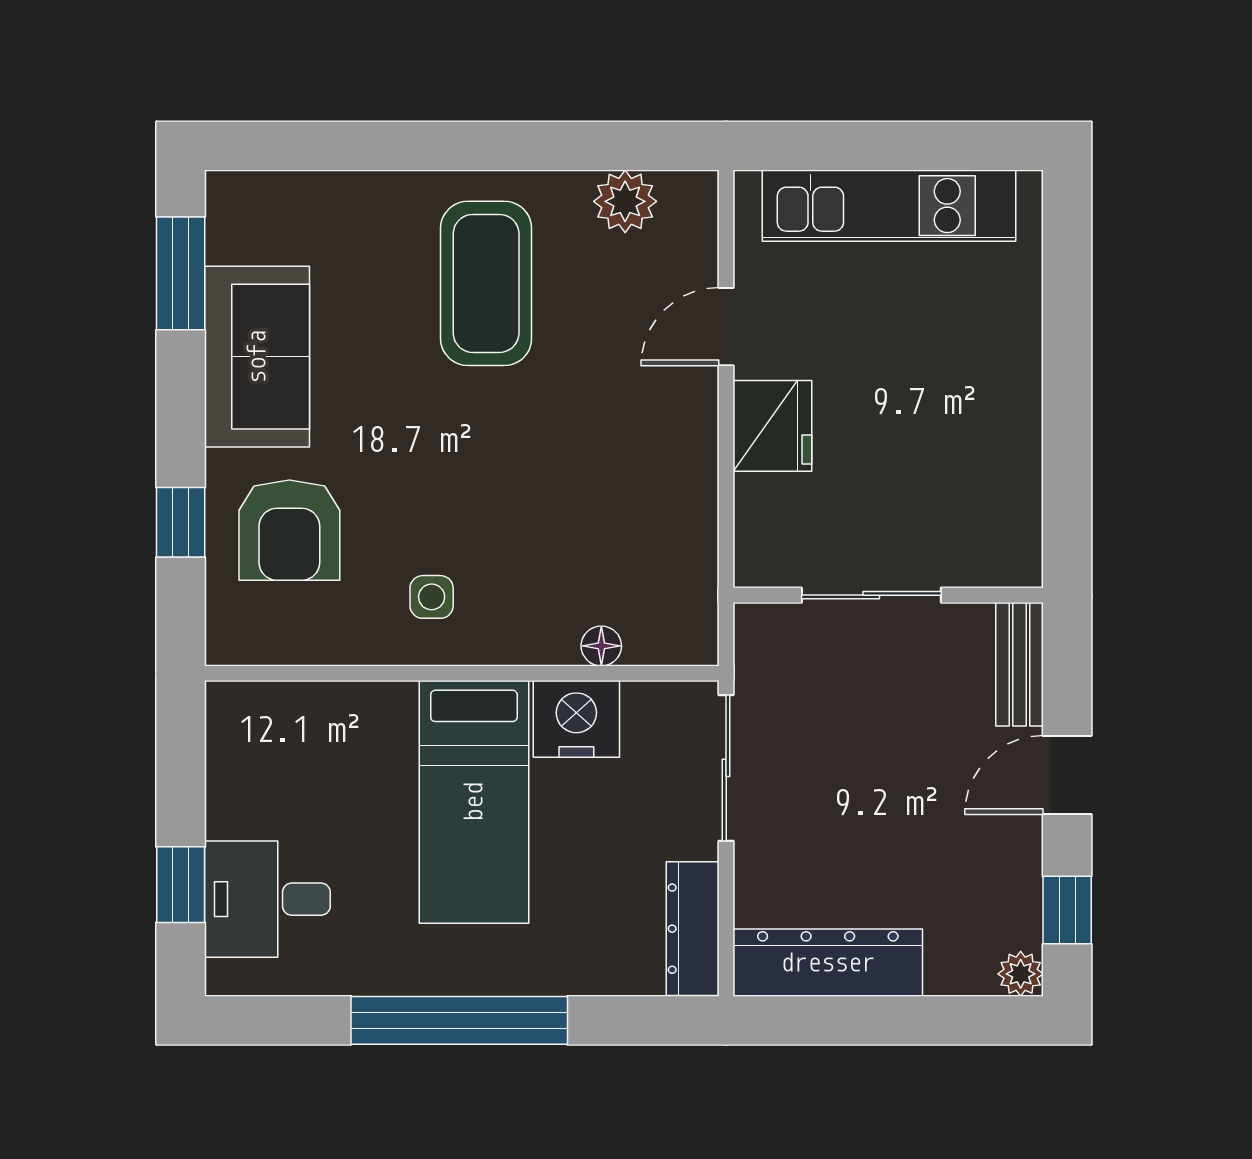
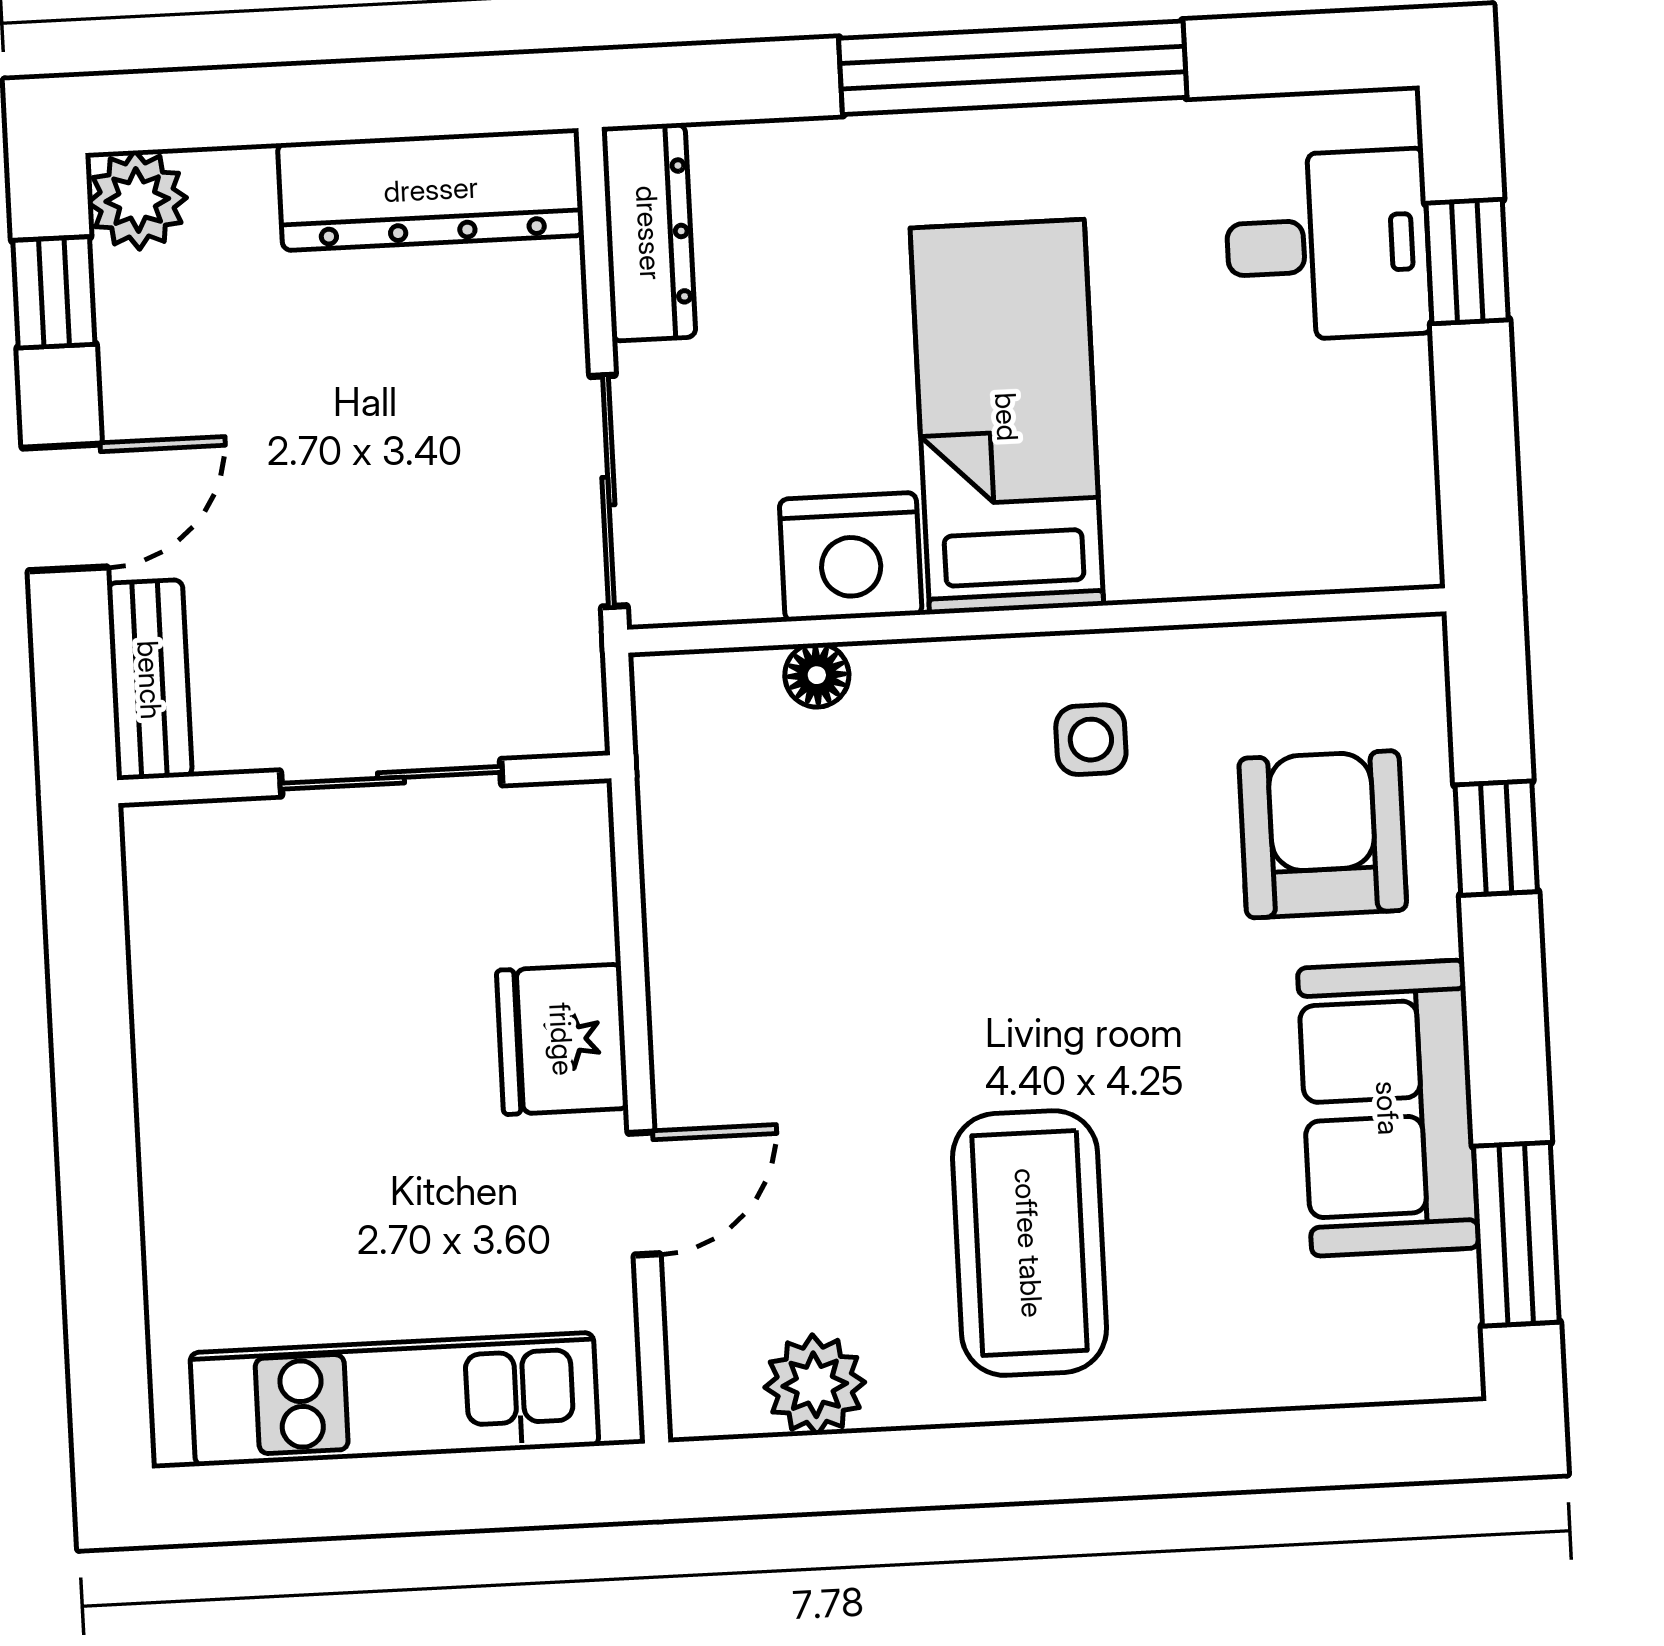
plant: (1021, 974) -> (137, 200), width x1.38, depth x1.38

